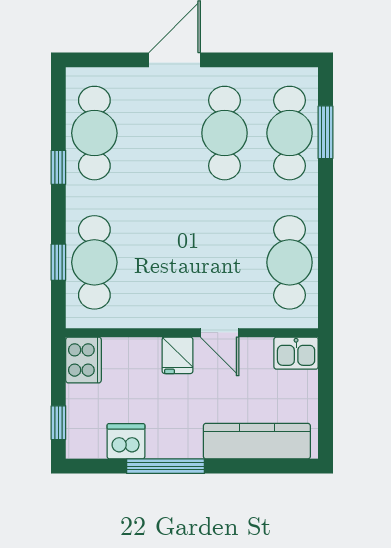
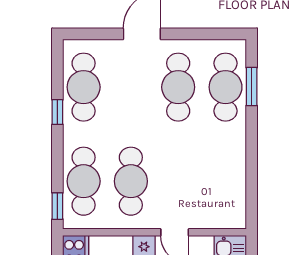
window: (58, 262) -> (57, 206), moved
cafe table: (290, 262) -> (131, 181), moved

